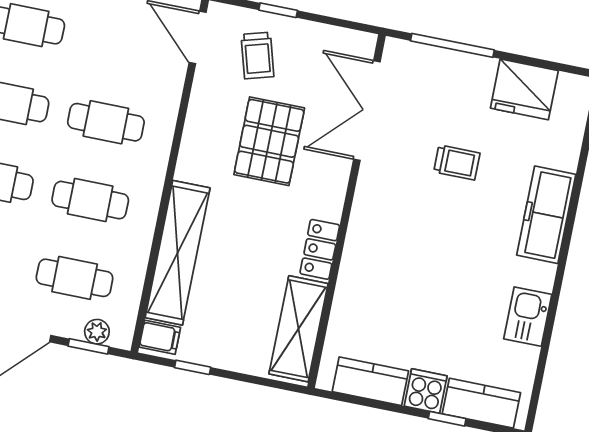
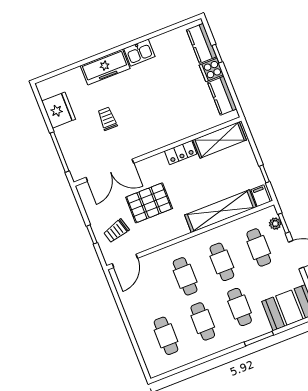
trolley: (257, 55) -> (116, 231), turned 180
kitchen sink: (528, 317) -> (139, 53), moved

